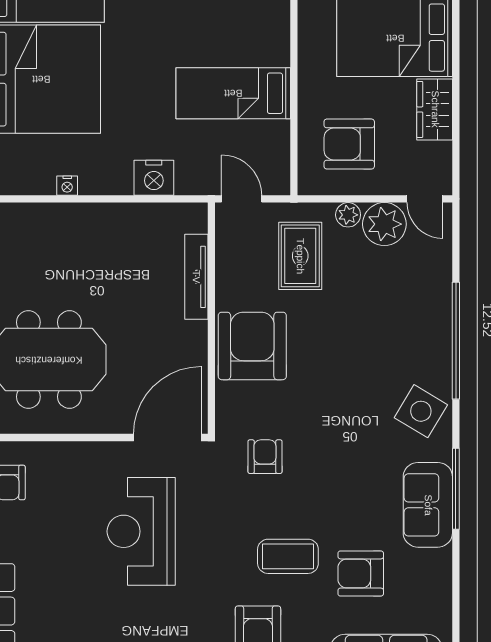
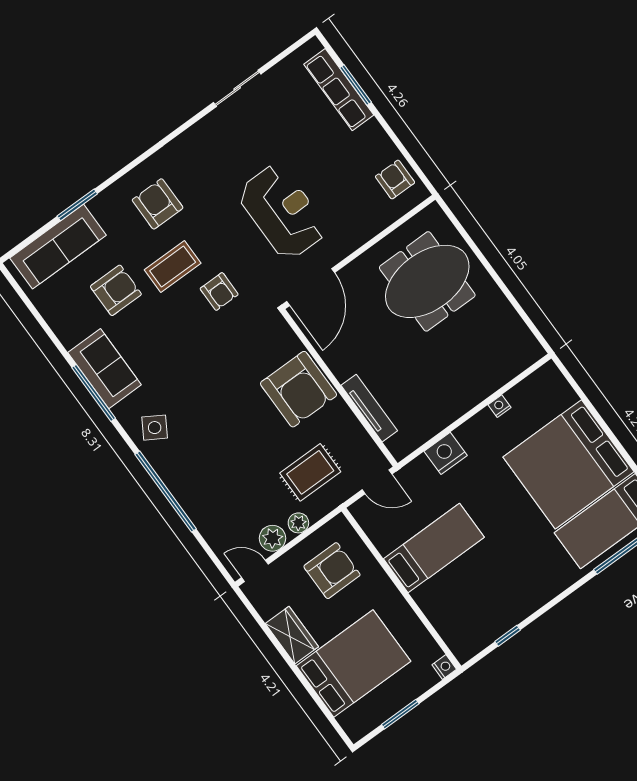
plant: (384, 224) -> (273, 538), width x0.73, depth x0.73
rug: (300, 256) -> (310, 472), turned 90
side table: (421, 411) -> (155, 428), width x0.73, depth x0.73
armchair: (265, 457) -> (219, 291), moved

